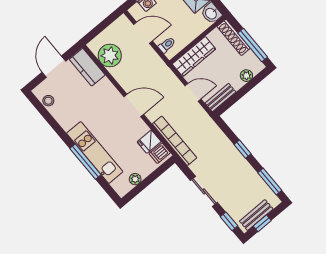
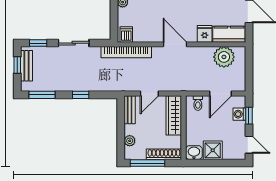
door: (134, 105) -> (175, 44), swing flipped
fridge: (149, 142) -> (205, 34), moved

